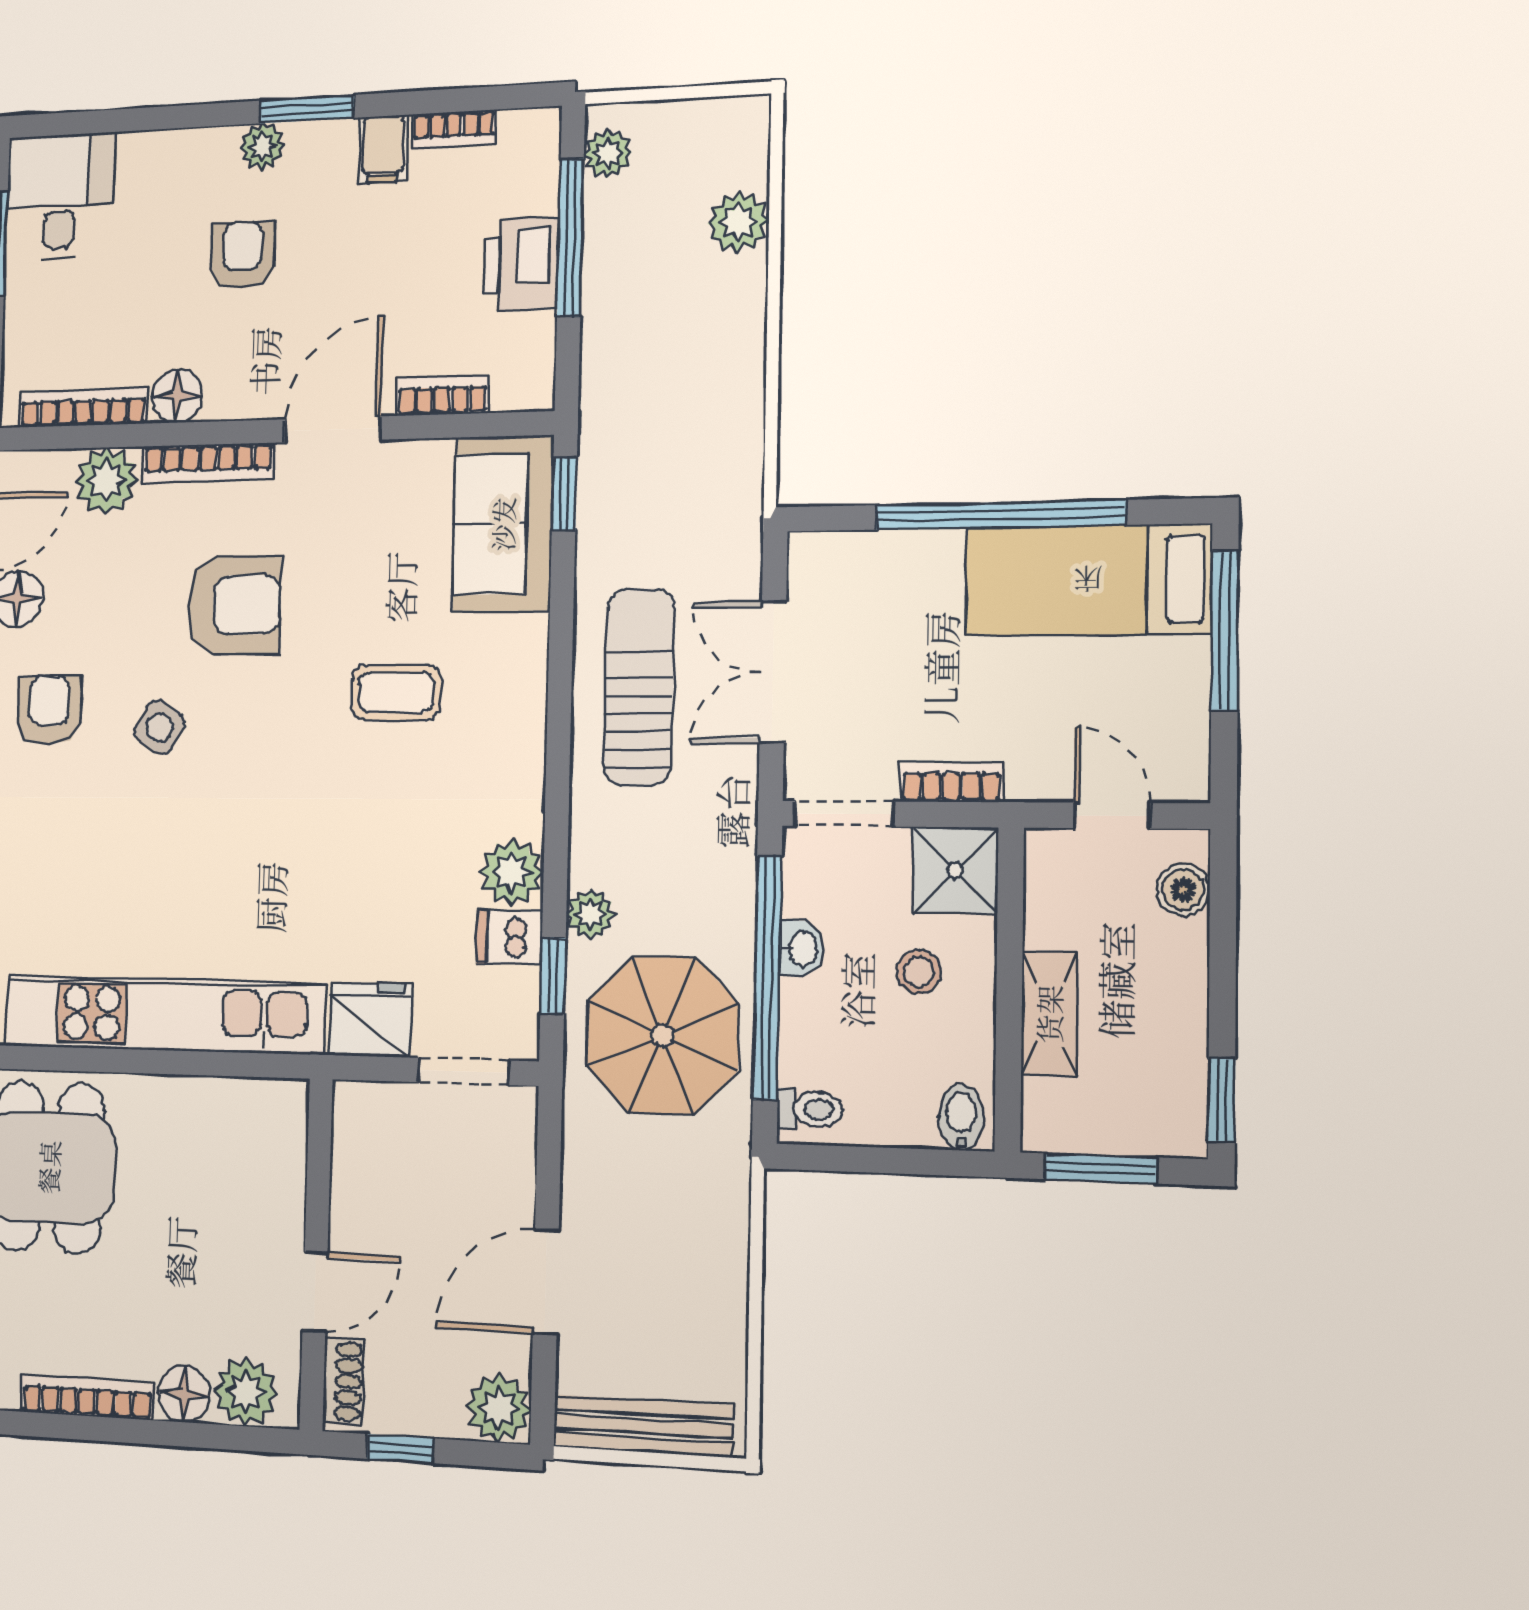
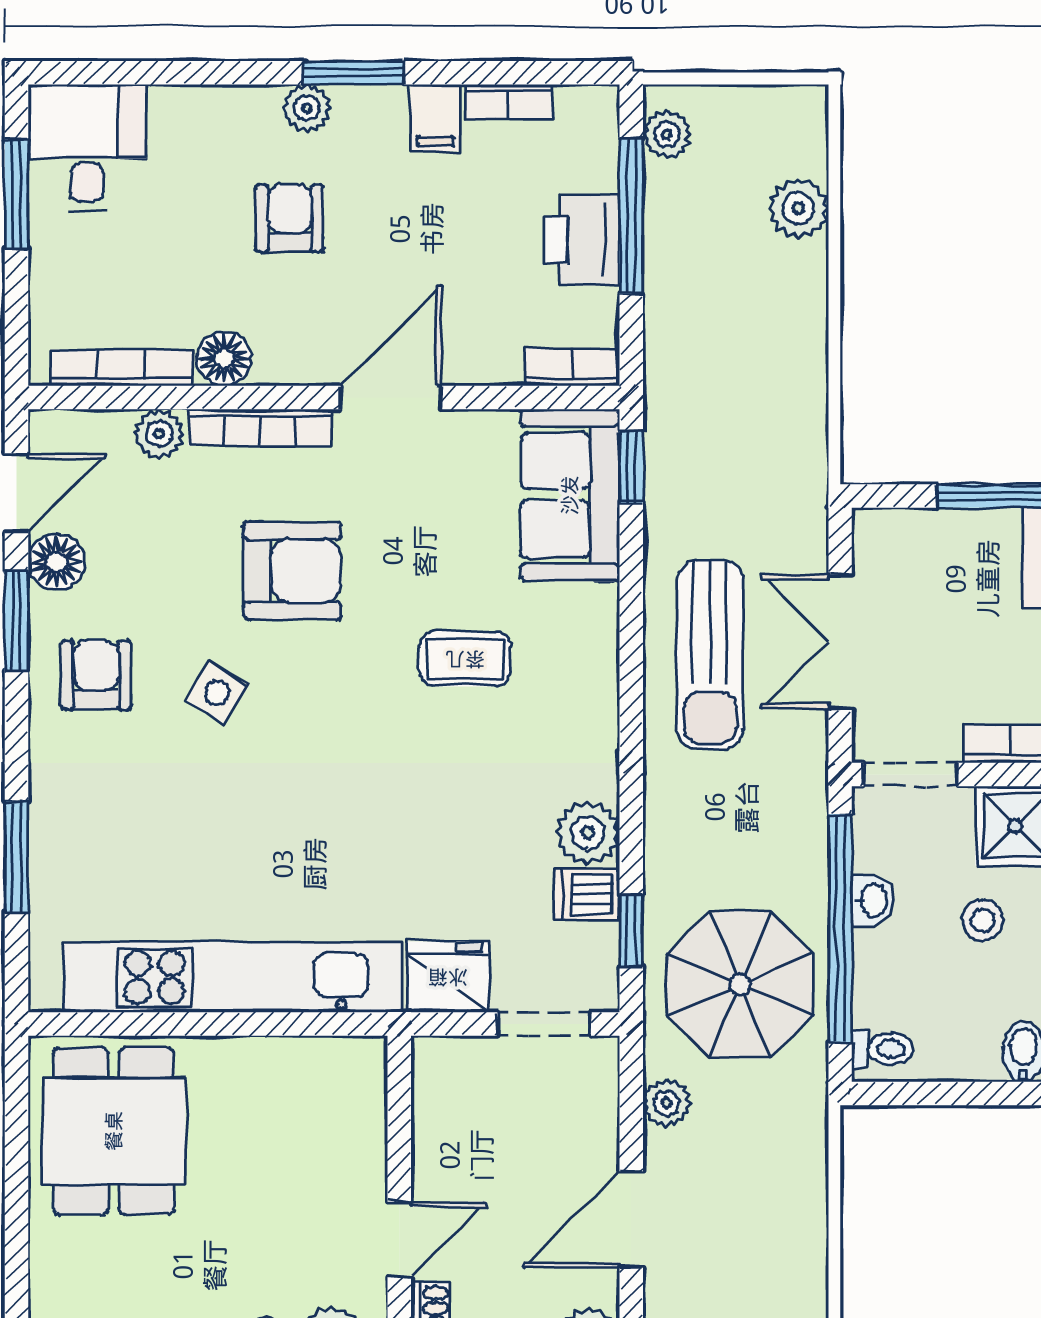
bookcase: (442, 395) -> (572, 367), moved
plant: (106, 481) -> (159, 434), width x0.73, depth x0.73
sun lounger: (639, 687) -> (710, 655), turned 180
plant: (590, 914) -> (667, 1103), moved

